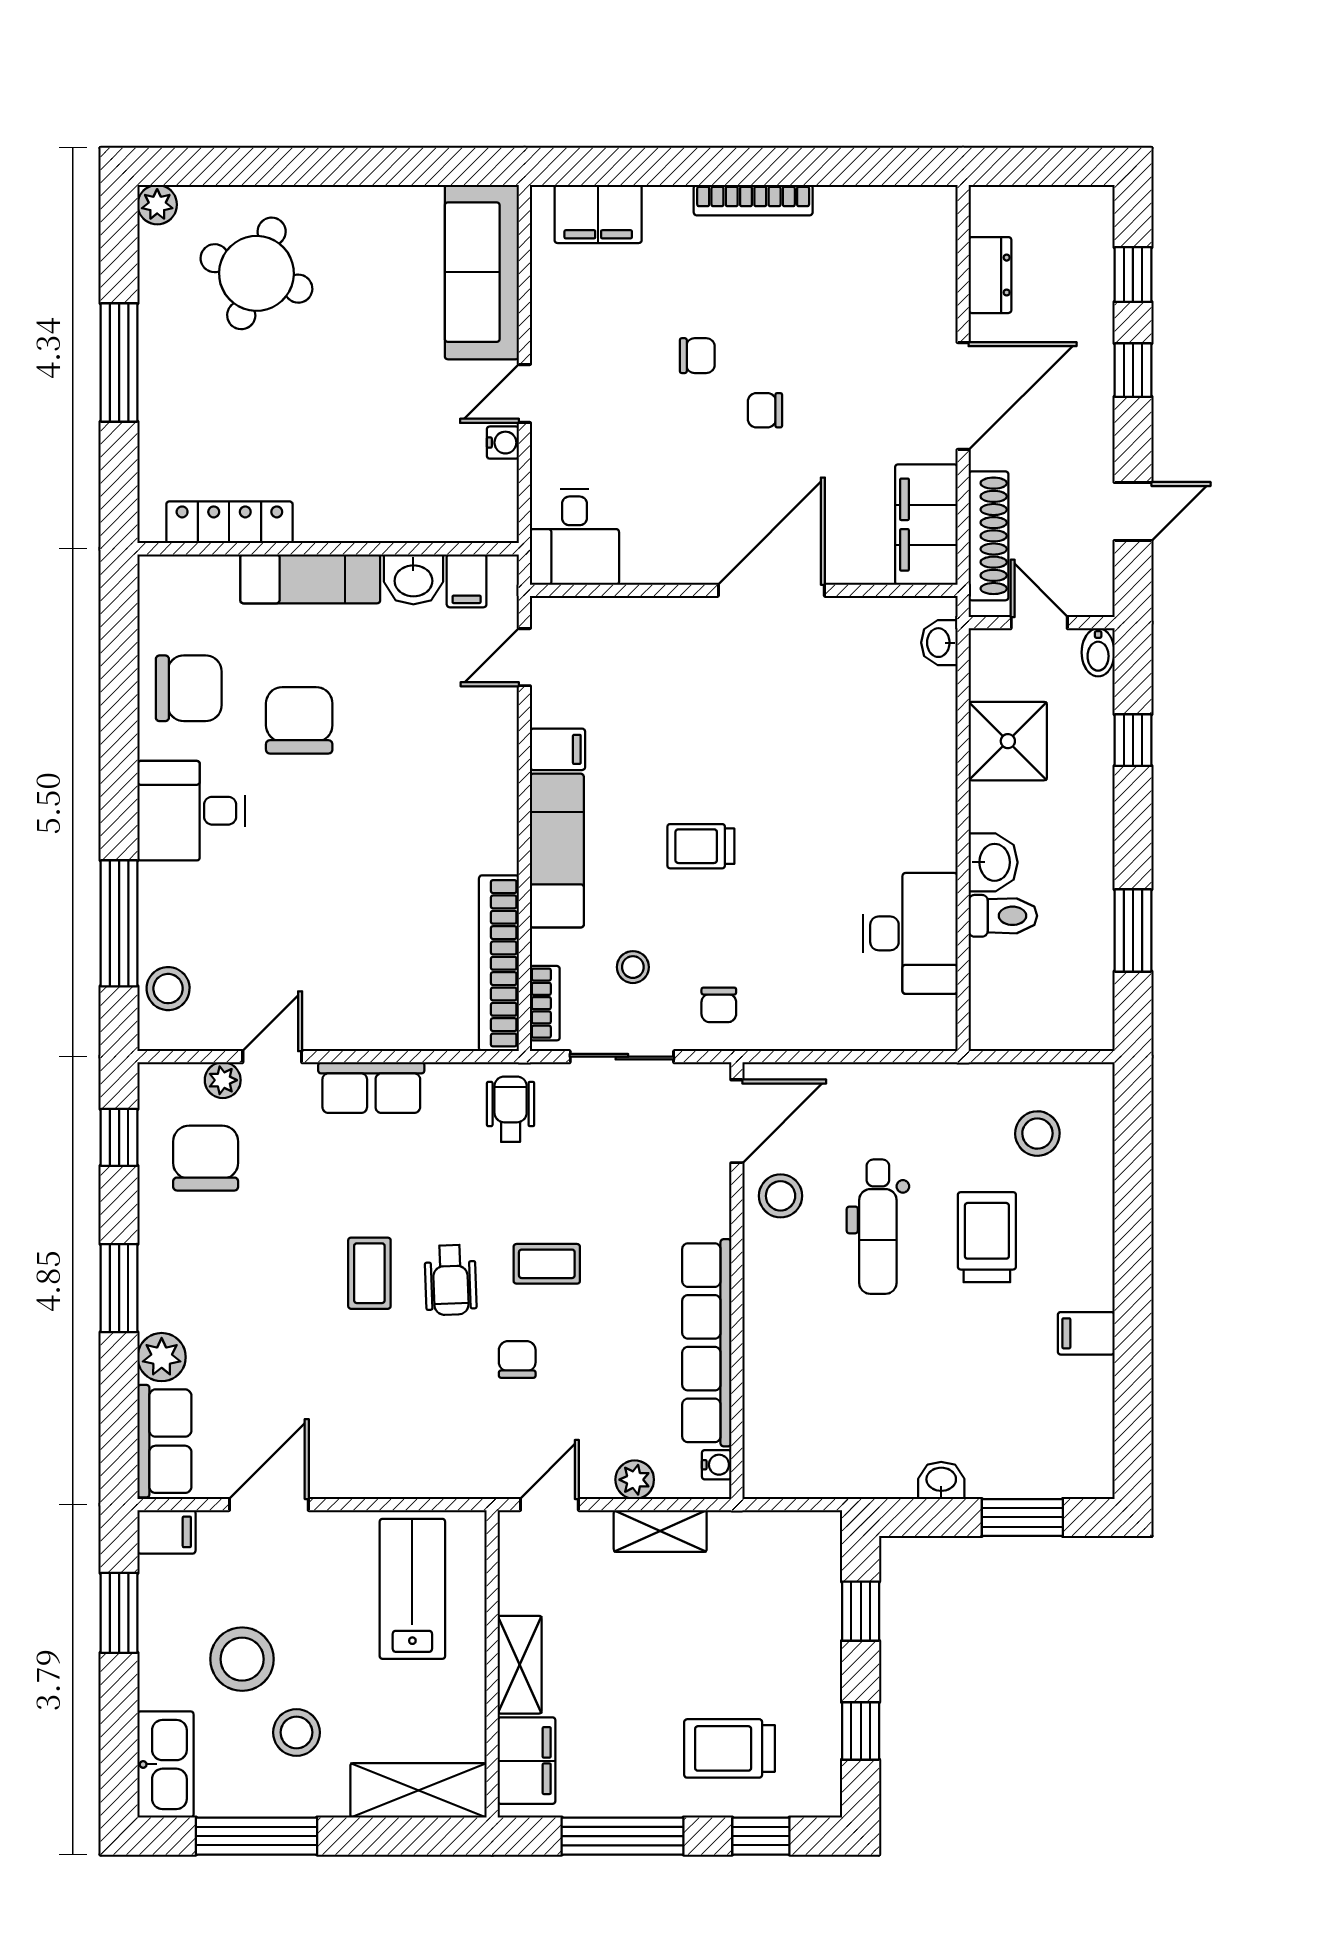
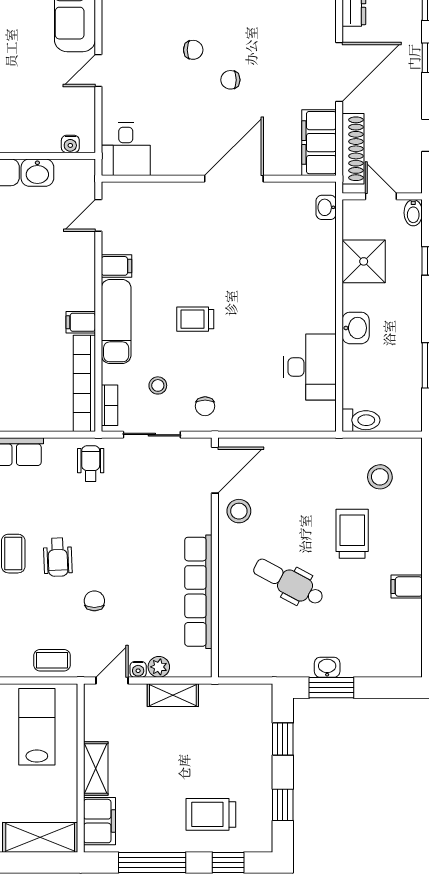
water cooler: (503, 443) -> (70, 144), moved, turned 90
filing cabinet: (467, 581) -> (81, 322), moved, turned 90
toilet: (1003, 916) -> (361, 420), moved
dental chair: (878, 1227) -> (289, 582), moved, turned 118
coffee table: (547, 1264) -> (52, 660), moved
water cooler: (717, 1465) -> (138, 669), moved, turned 90
window: (1022, 1517) -> (331, 688), moved

